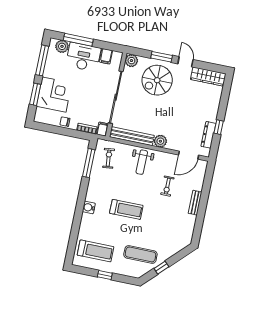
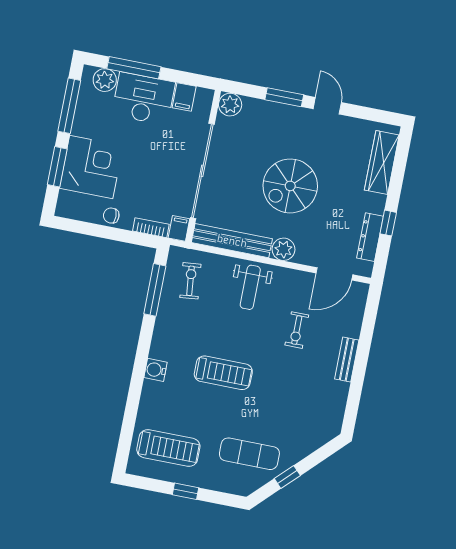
wardrobe: (208, 77) -> (382, 162), moved, turned 90
spiral stairs: (157, 80) -> (290, 186), moved

